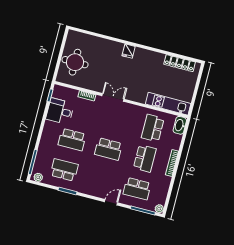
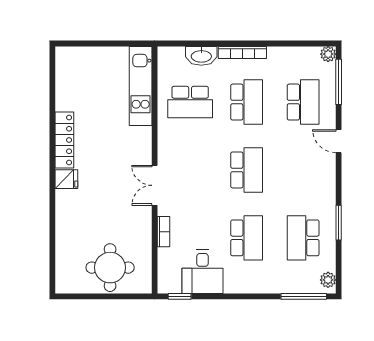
locker: (180, 63) -> (64, 140), moved
washbasin: (180, 125) -> (201, 56), moved
school desk: (145, 158) -> (247, 102), turned 90

